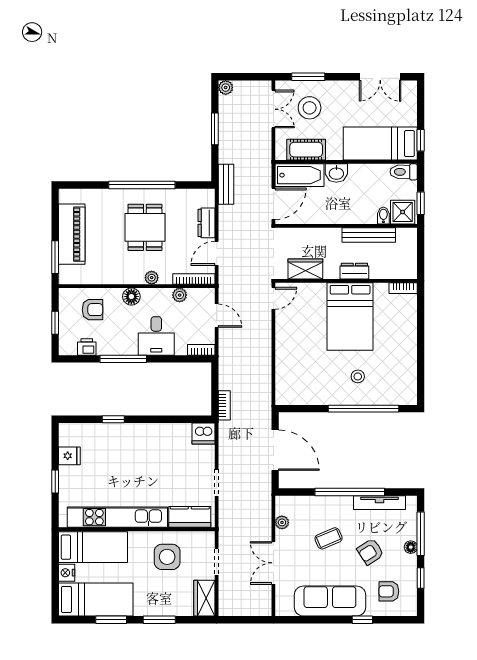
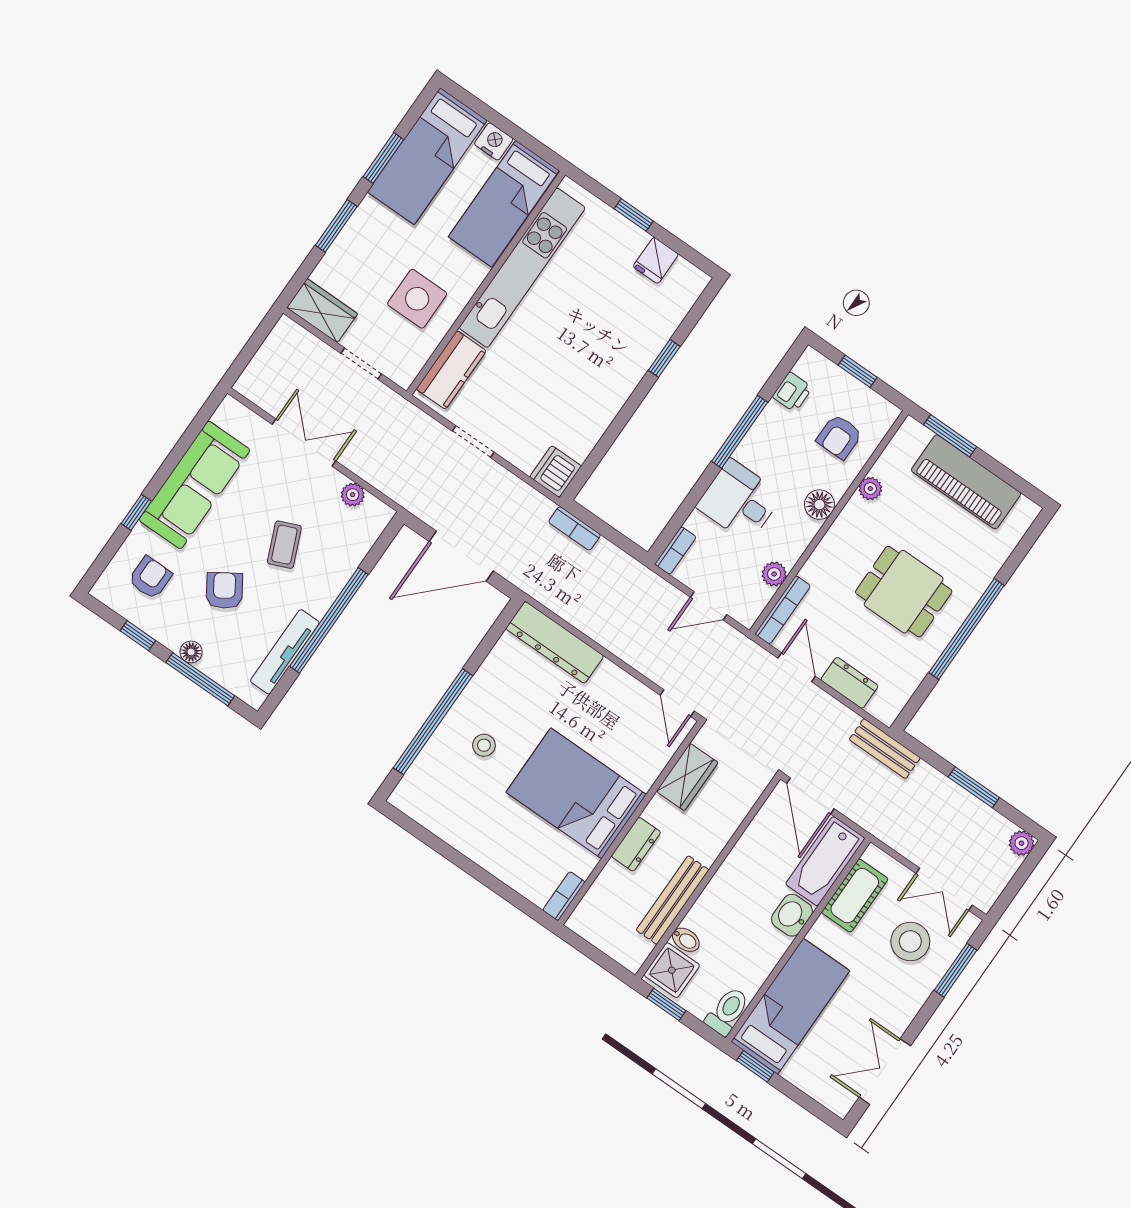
plant: (152, 278) -> (870, 488), moved
dresser: (285, 377) -> (555, 642), added

